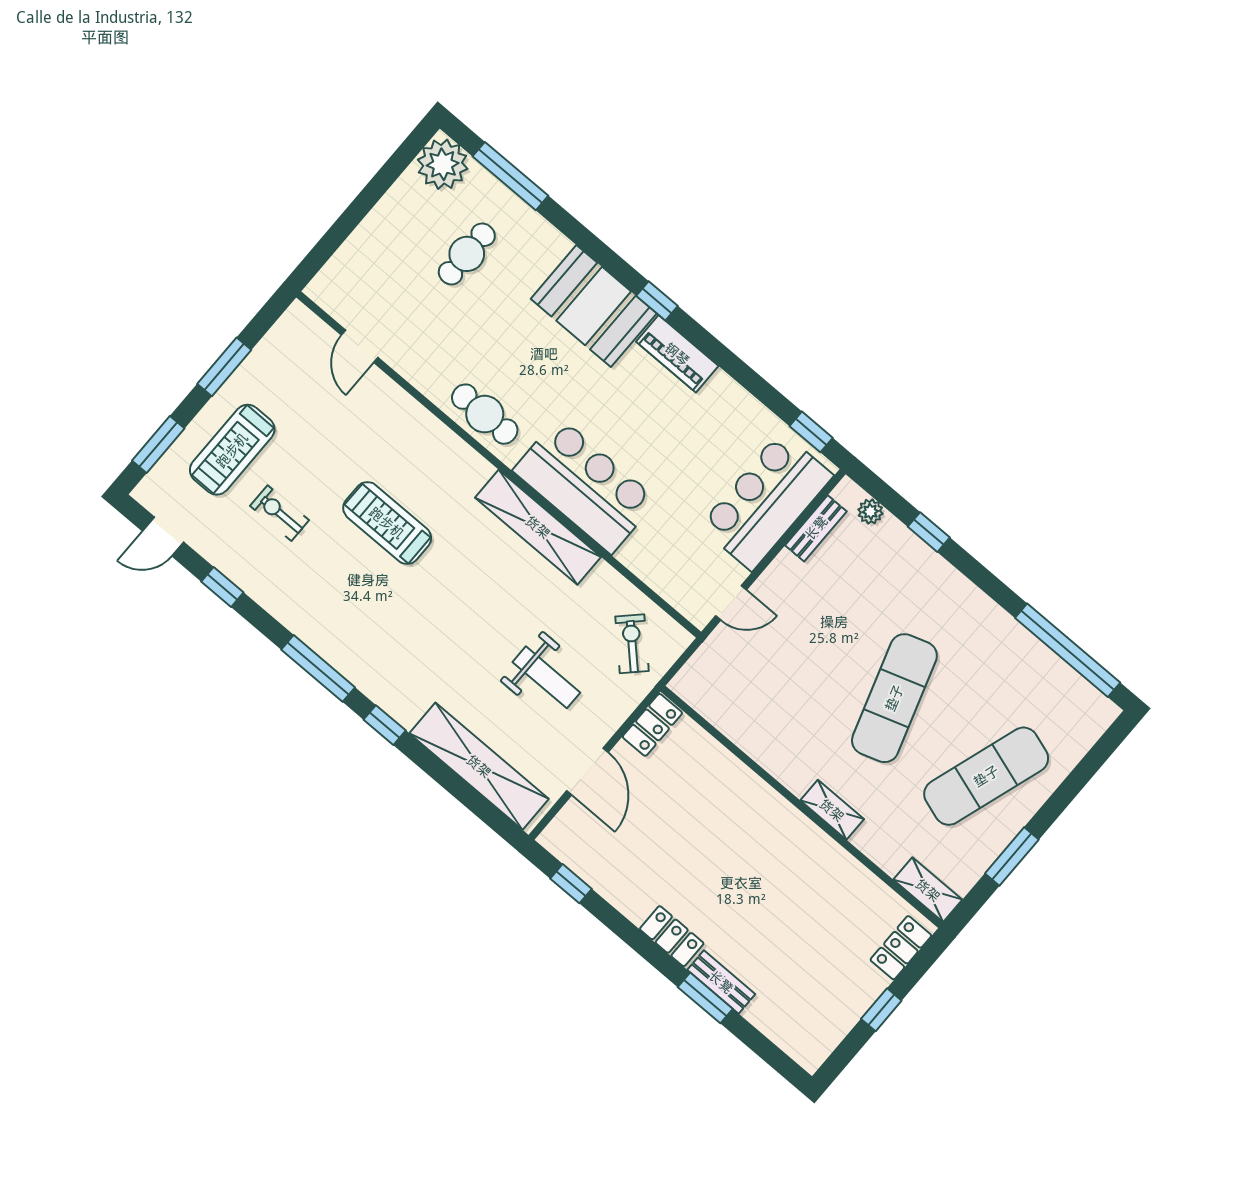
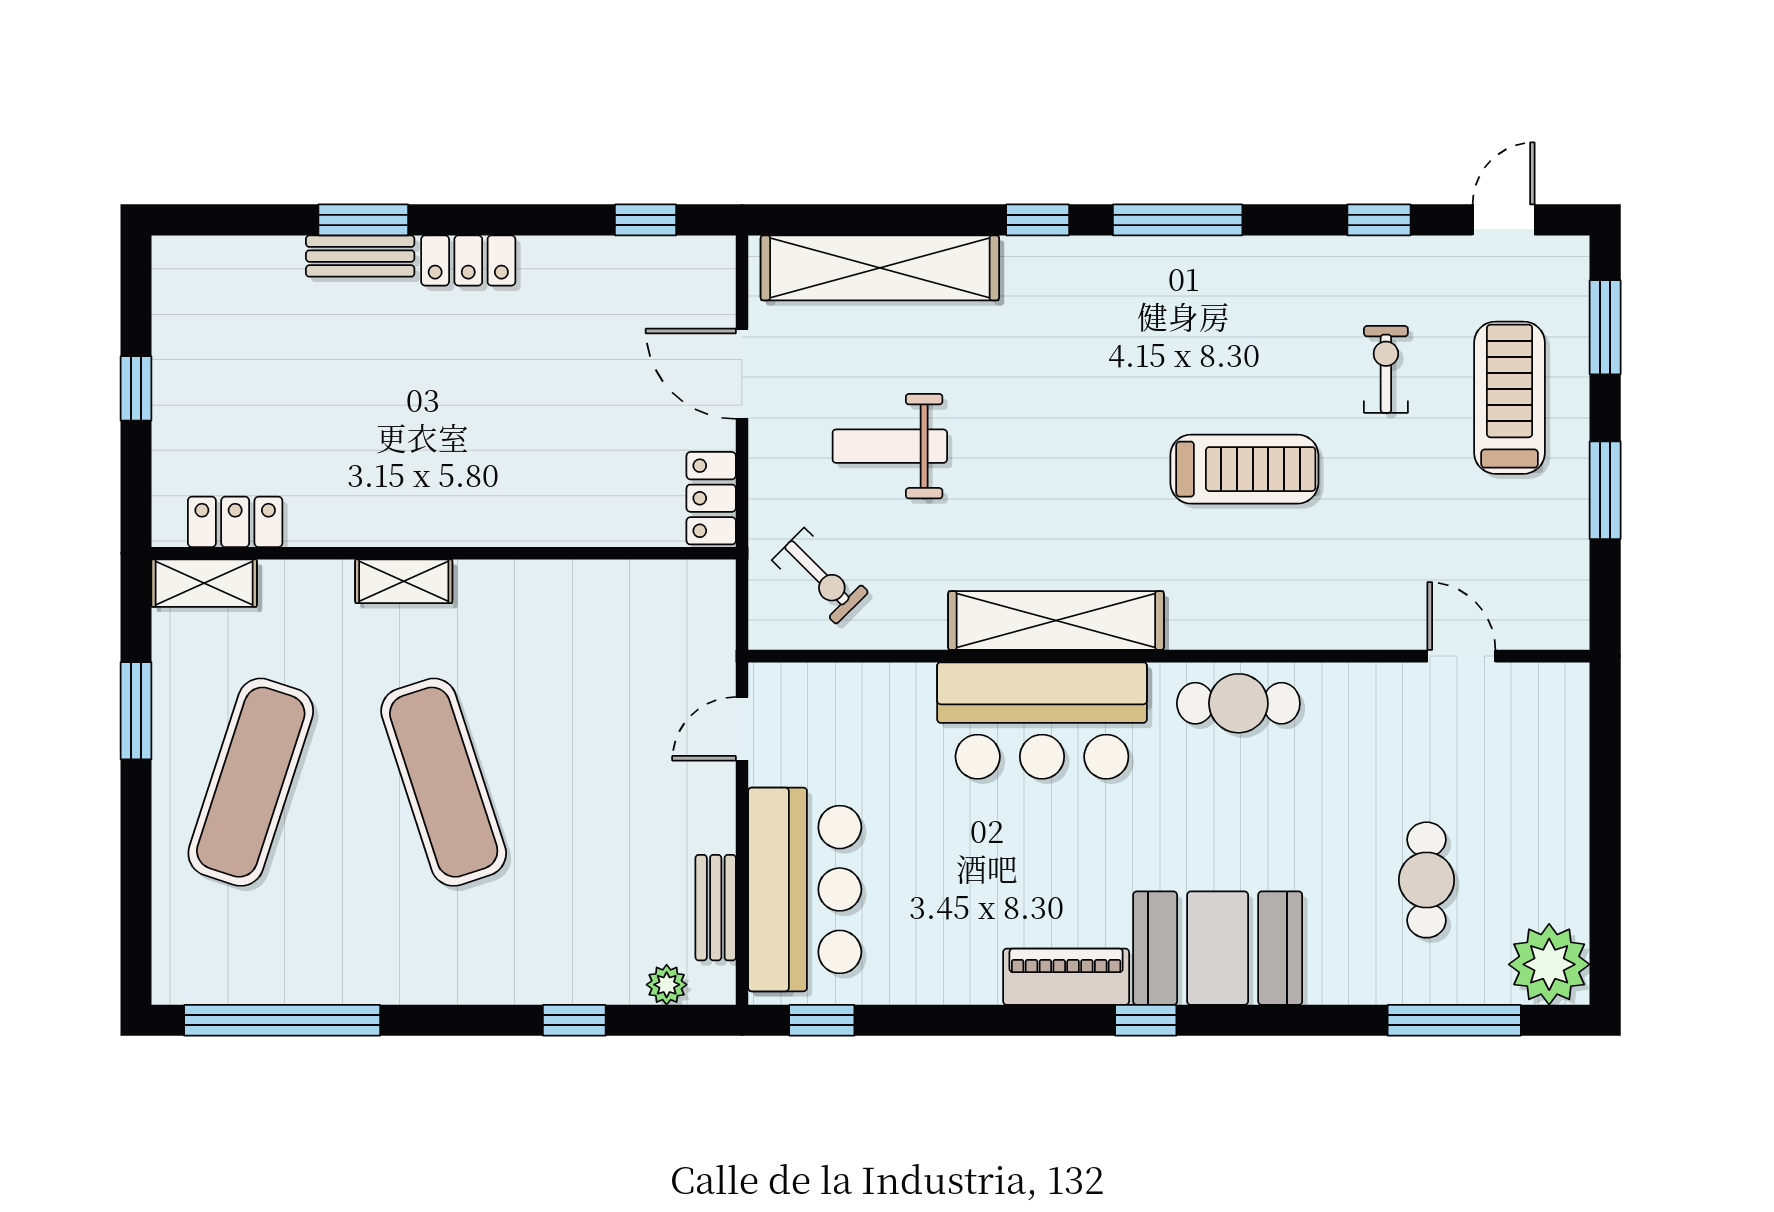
exercise bike: (280, 513) -> (1386, 369), turned -90
locker: (901, 948) -> (235, 522), moved, turned -90

